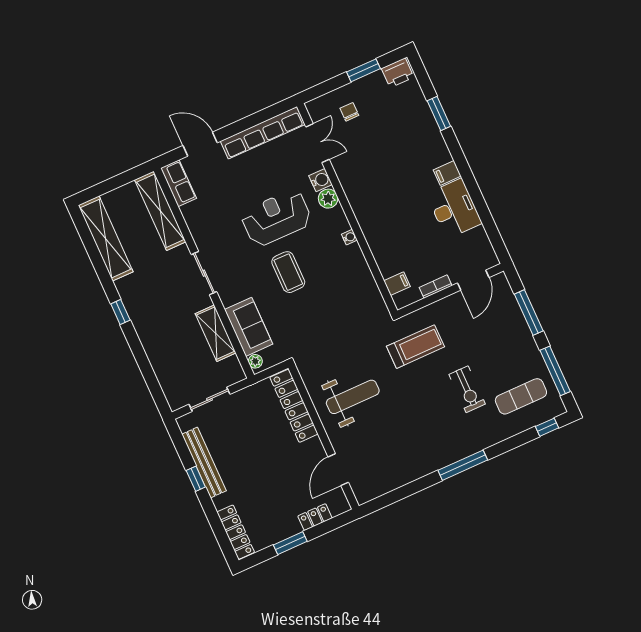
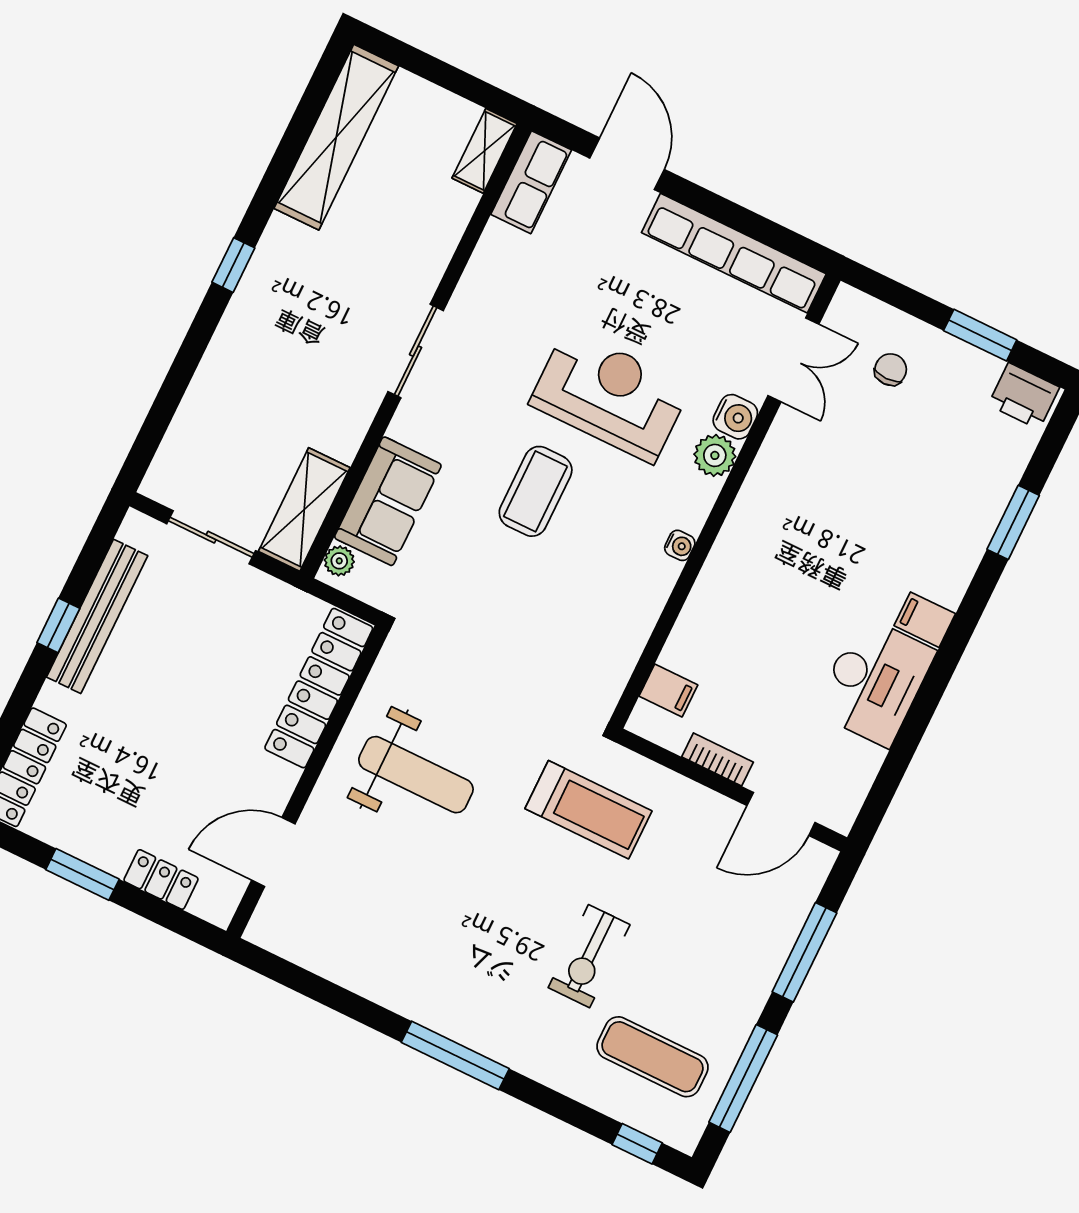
shelving: (160, 211) -> (485, 151), width x0.45, depth x0.75
shelving: (216, 333) -> (304, 510), moved

